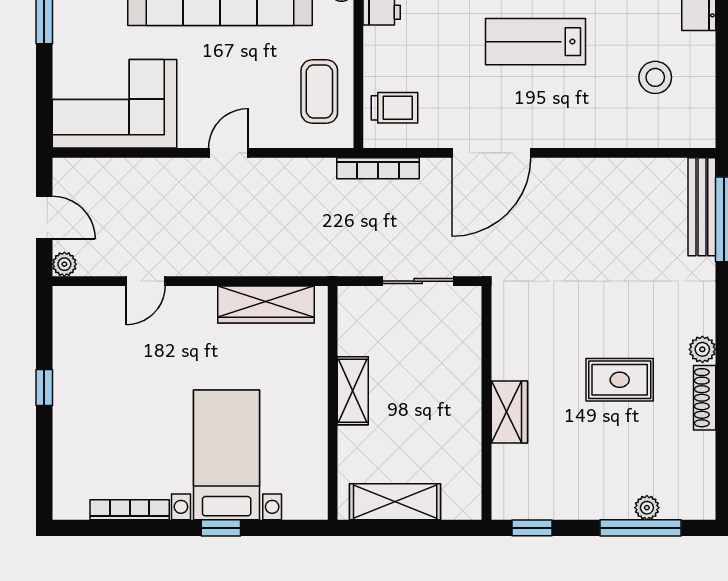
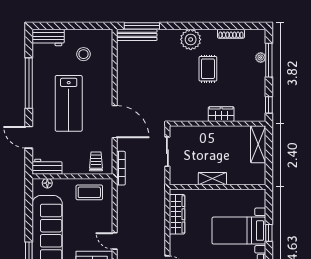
lab bench: (536, 42) -> (69, 103), width x1.36, depth x1.39
door: (228, 153) -> (115, 241), moved
plant: (702, 349) -> (191, 39), width x1.88, depth x1.88
shoe rack: (705, 398) -> (231, 34), moved
shelving: (395, 502) -> (258, 144), moved

